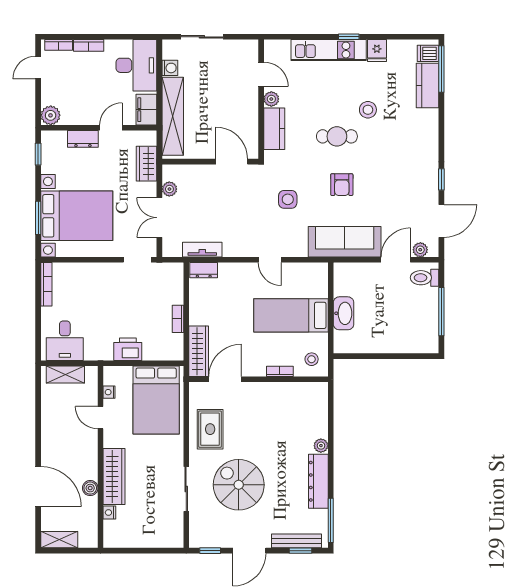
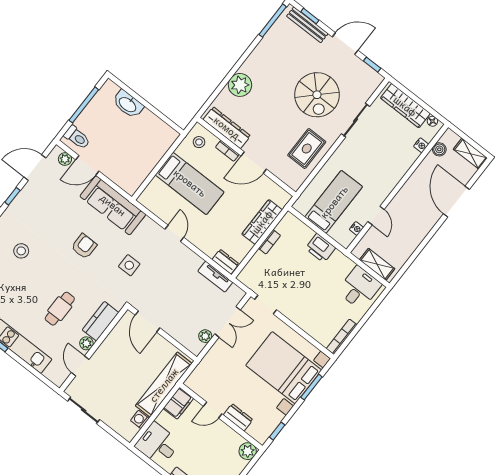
sliding door: (202, 37) -> (84, 410), moved
desk: (136, 65) -> (158, 444), width x0.73
stool: (368, 110) -> (21, 251), moved
cafe table: (337, 136) -> (60, 309), moved, turned 90
wardrobe: (147, 164) -> (207, 366), removed
washbasin: (344, 313) -> (128, 104), moved, turned -90
wardrobe: (199, 351) -> (262, 222), moved
door: (225, 379) -> (254, 163), moved
bed: (156, 400) -> (334, 202), width x0.67
plant: (321, 446) -> (240, 85), width x1.87, depth x1.87
wardrobe: (114, 476) -> (405, 106), moved, turned -90
dresser: (318, 481) -> (227, 128), moved, turned -90
boiler: (90, 488) -> (439, 149), moved
floor lamp: (116, 542) -> (432, 121), added

